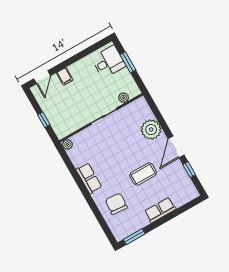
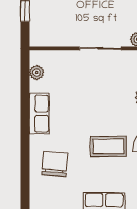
plant: (67, 144) -> (37, 73), moved

